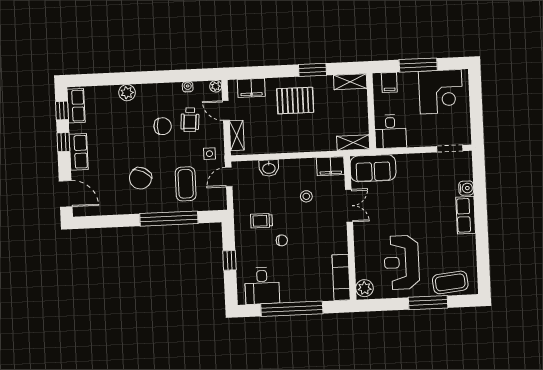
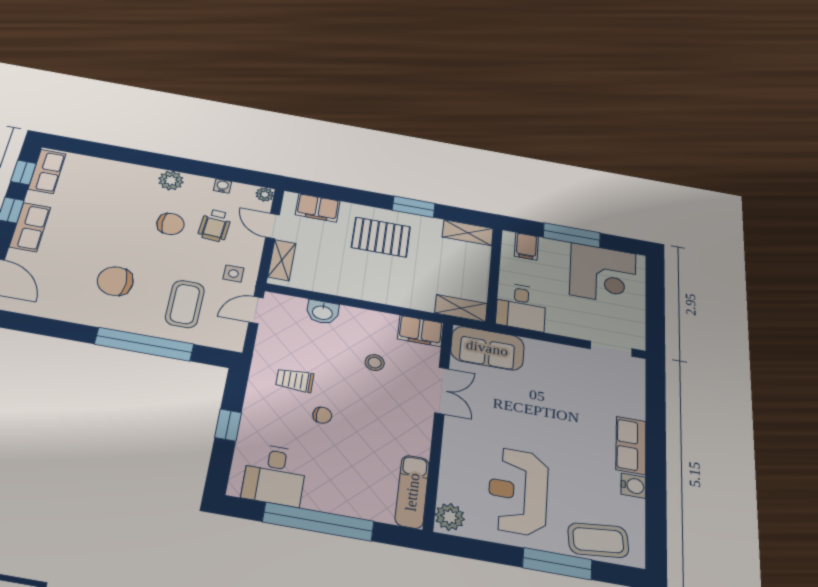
plant: (127, 93) -> (171, 180), moved
chair: (140, 178) -> (115, 281), turned 63
water cooler: (466, 188) -> (633, 486), moved

